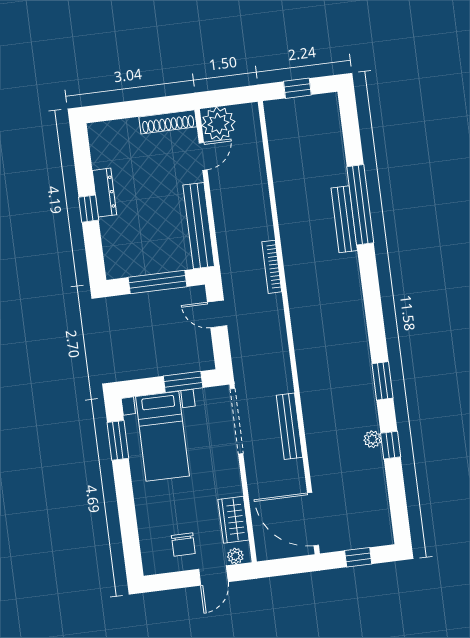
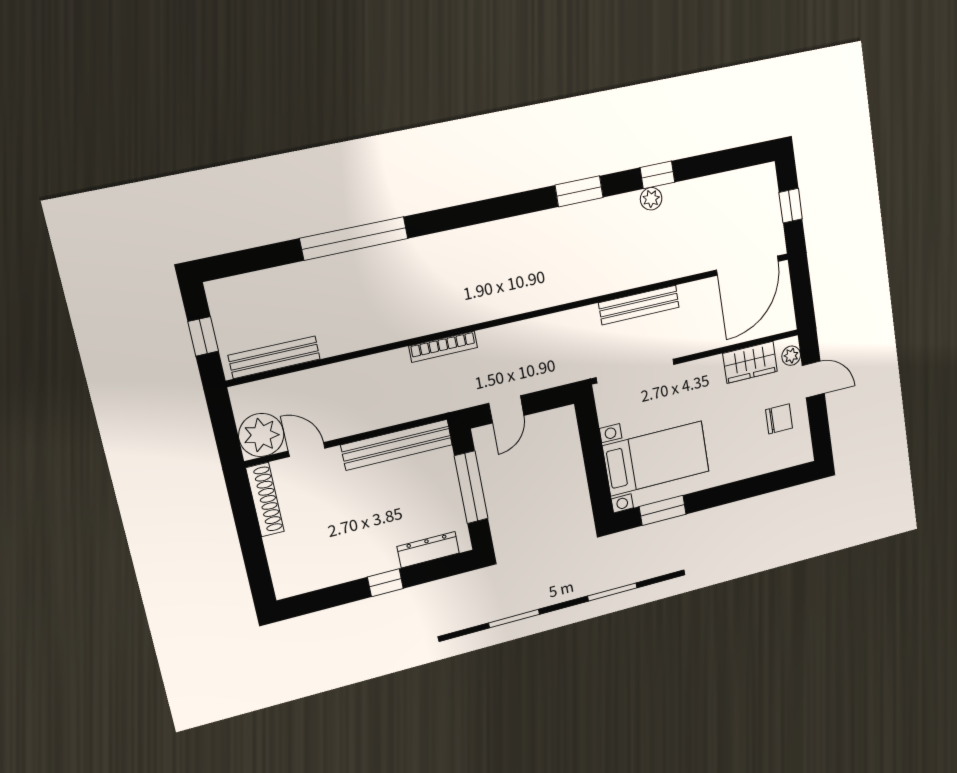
dresser: (104, 193) -> (428, 550), moved
bench: (344, 219) -> (274, 357), moved
window: (183, 382) -> (591, 441), removed

